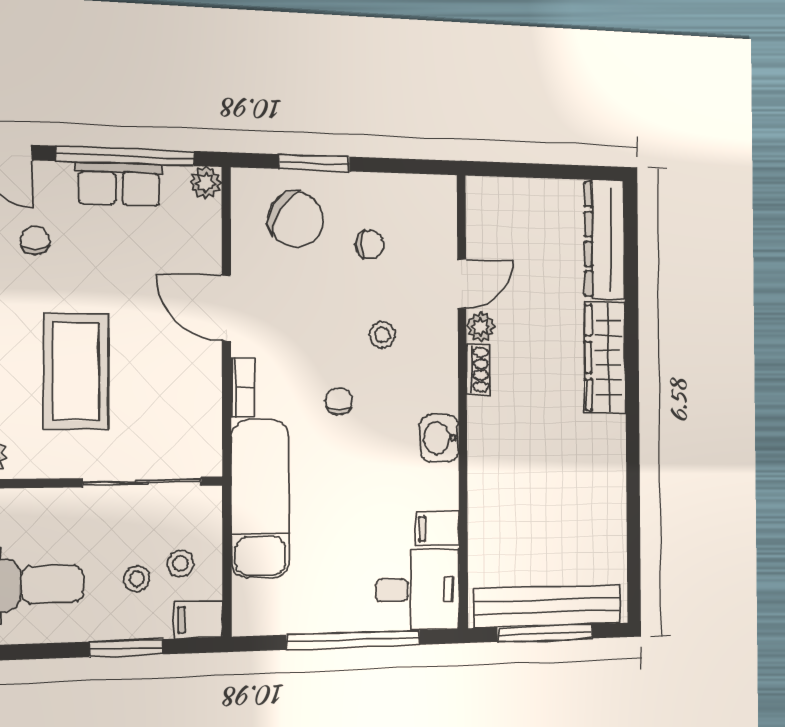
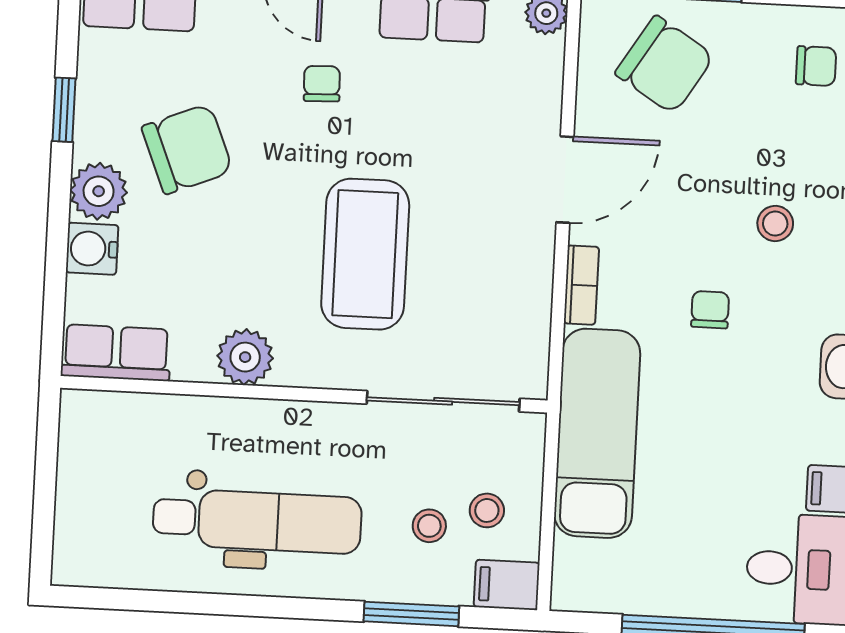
chair: (370, 245) -> (816, 66), moved
door: (226, 308) -> (565, 180), swing flipped

